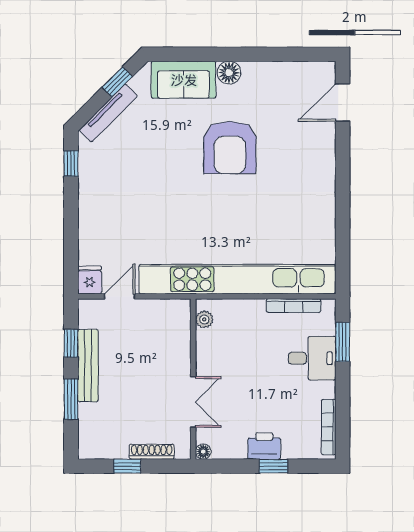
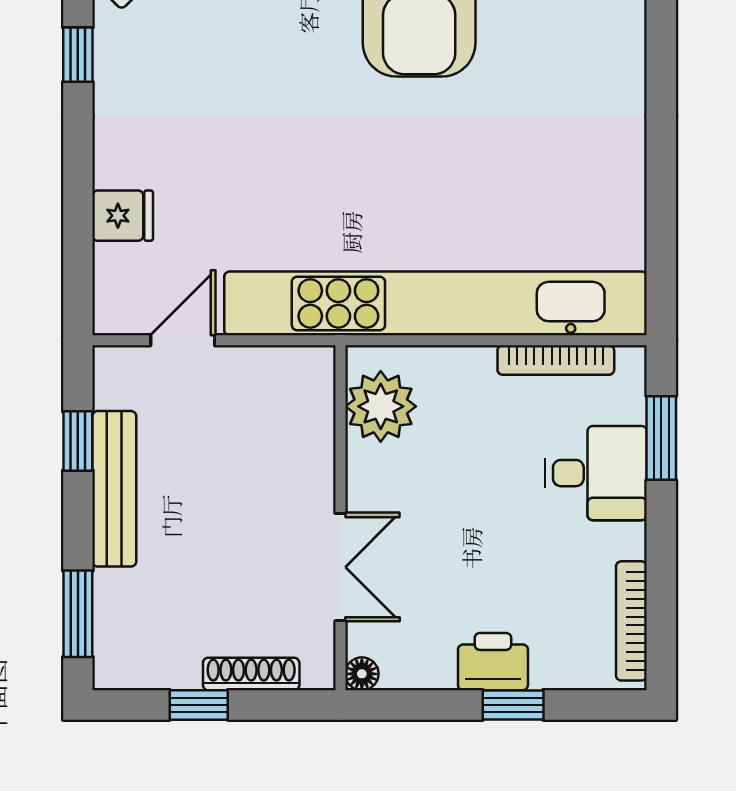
fridge: (90, 280) -> (123, 216), moved, turned 90
plant: (204, 319) -> (381, 406), width x1.88, depth x1.88
window: (71, 399) -> (78, 614), moved

